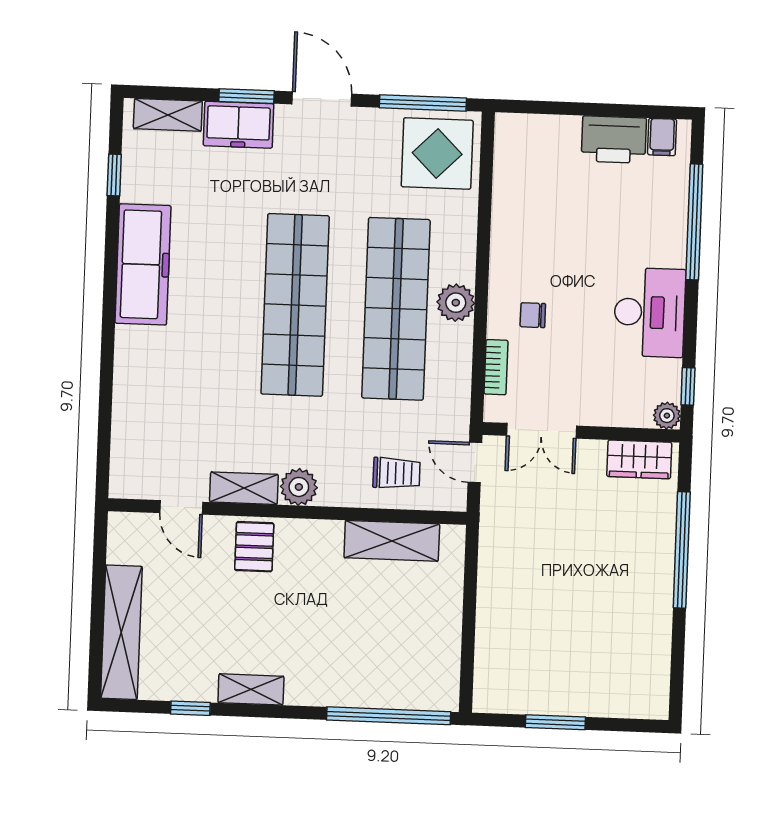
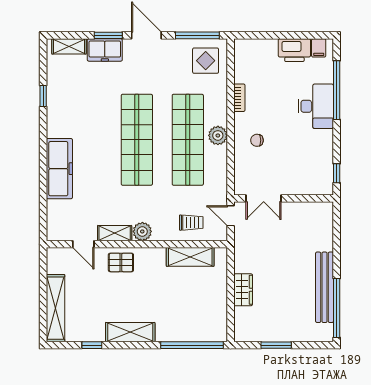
display table: (437, 154) -> (206, 61), width x0.73, depth x0.73
window: (114, 175) -> (43, 96), moved
freezer: (143, 264) -> (59, 169), moved
desk: (650, 312) -> (316, 106), moved
bookcase: (496, 367) -> (239, 98), moved
plant: (667, 416) -> (326, 188), removed
wardrobe: (639, 459) -> (243, 290), moved, turned -90
pallet: (254, 547) -> (121, 262), turned 90
window: (682, 550) -> (337, 308), moved
bench: (655, 611) -> (325, 287), added
shelving: (251, 689) -> (130, 332), width x1.50, depth x1.33

